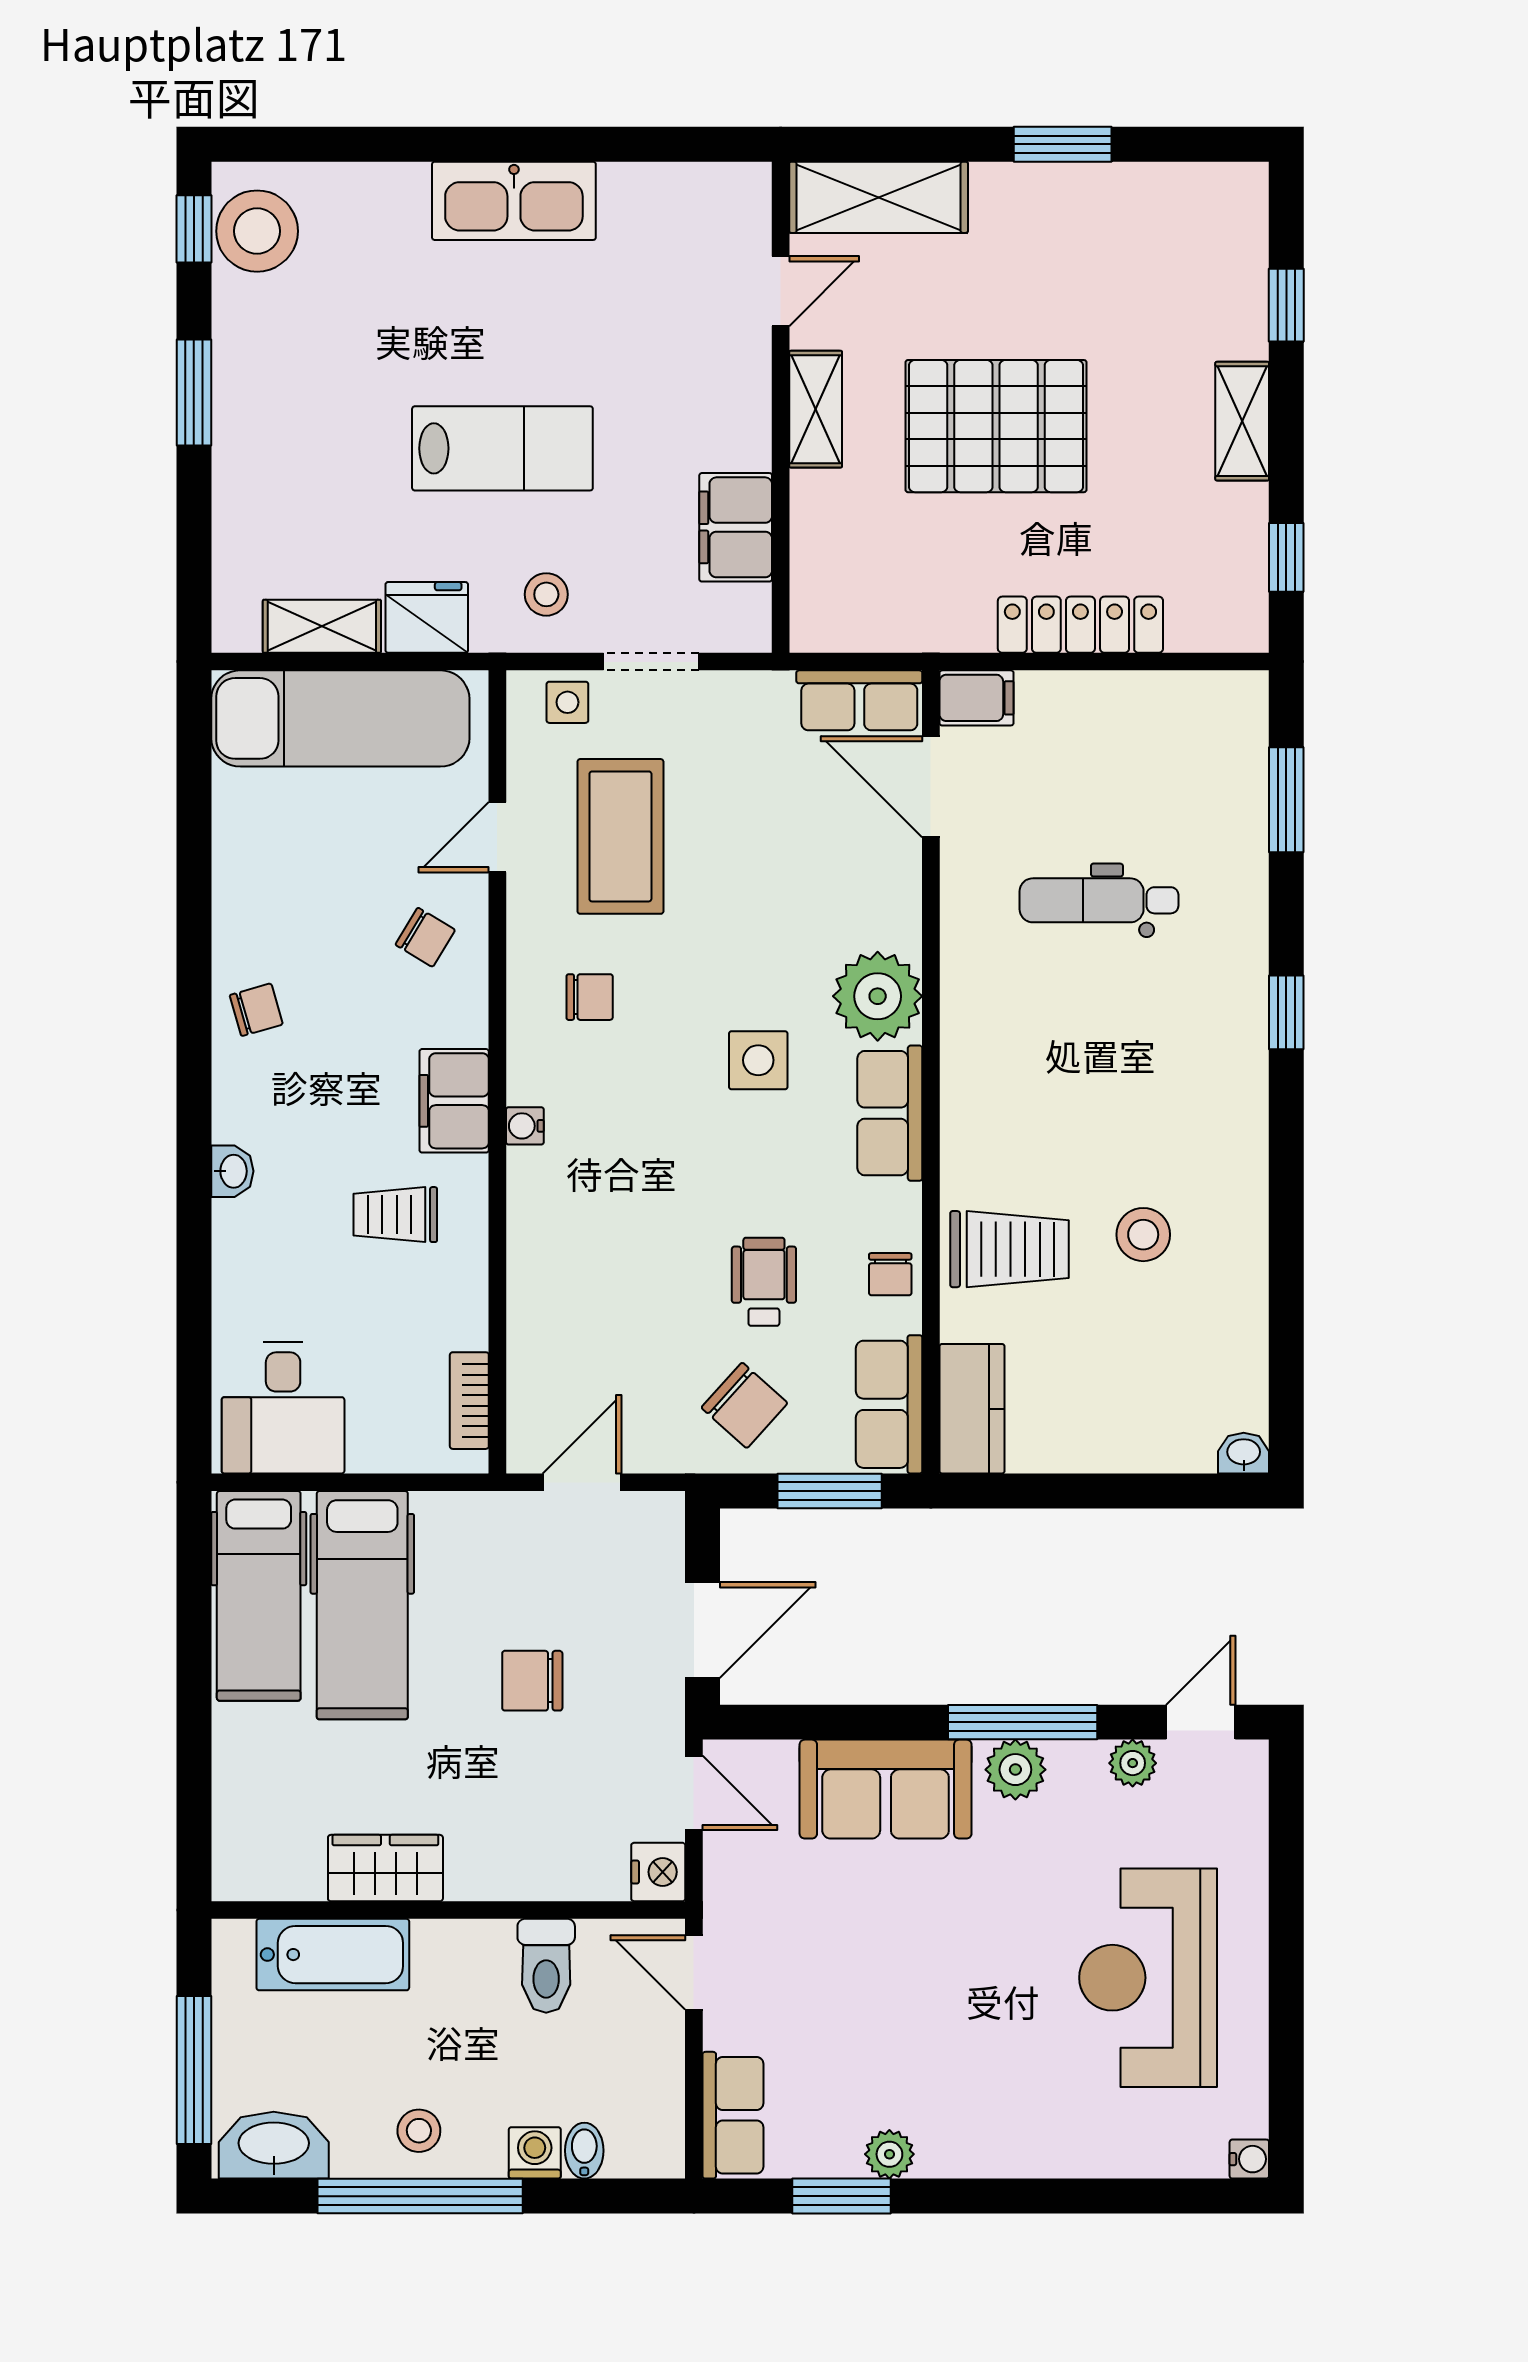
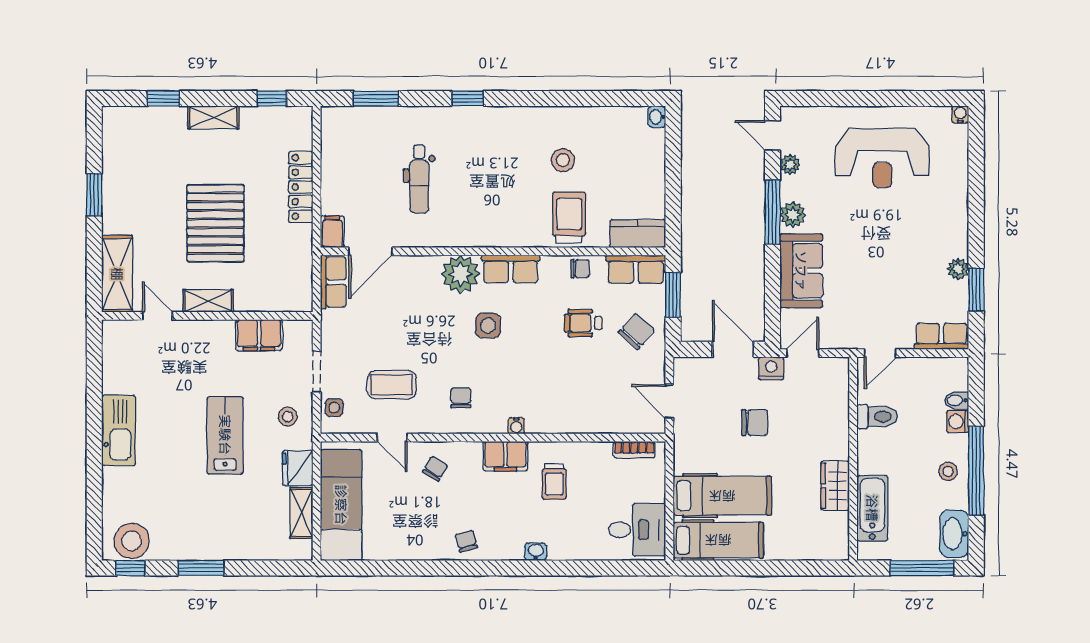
coffee table: (620, 836) -> (392, 385), width x0.73, depth x0.76
chair: (532, 1681) -> (755, 423), turned -90
nightstand: (658, 1872) -> (771, 368), moved

